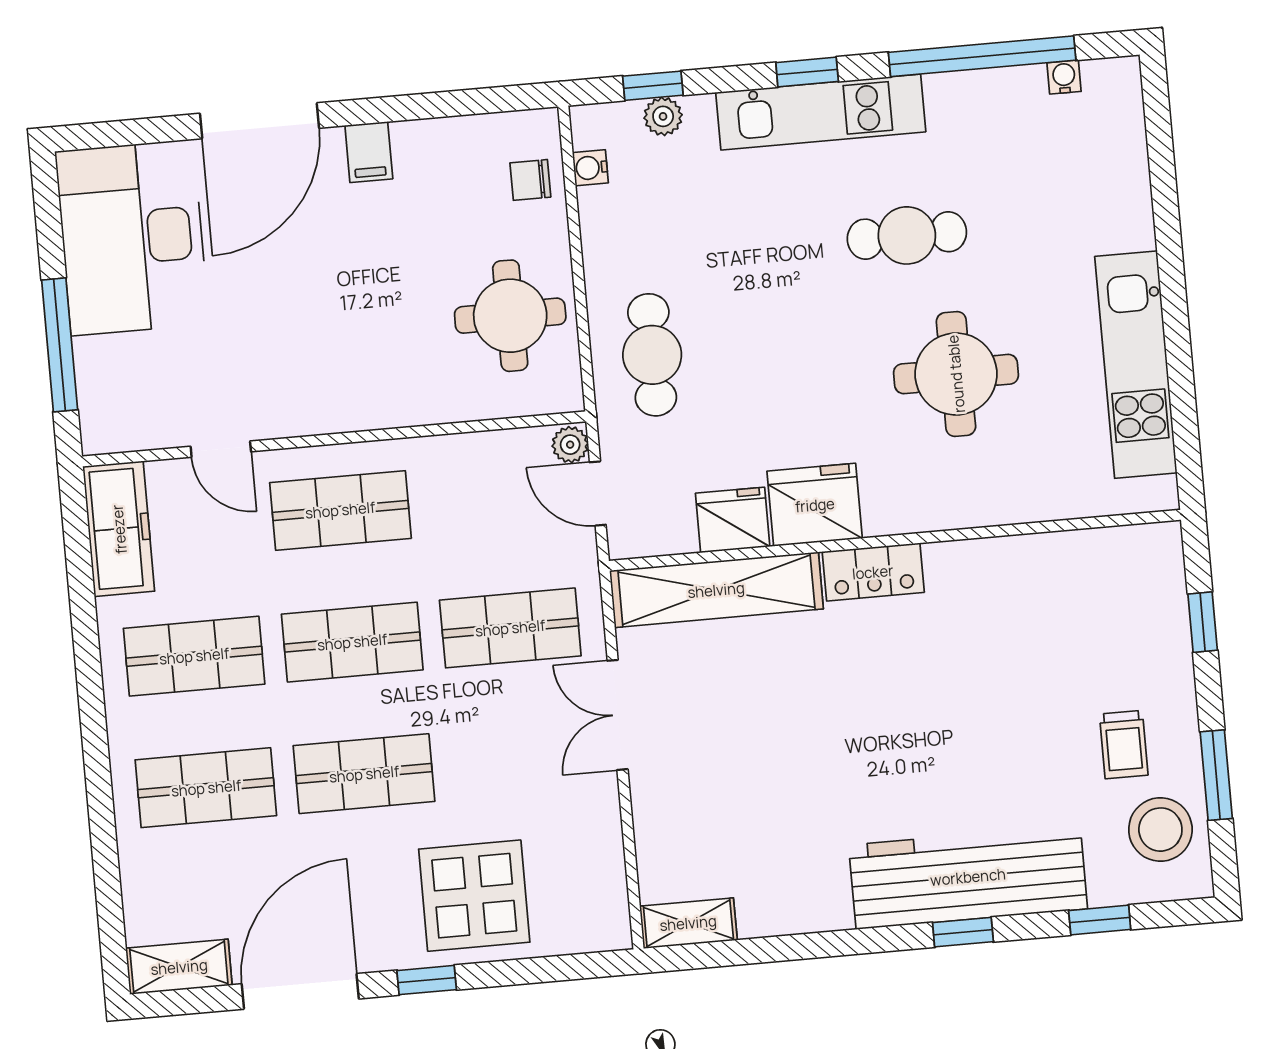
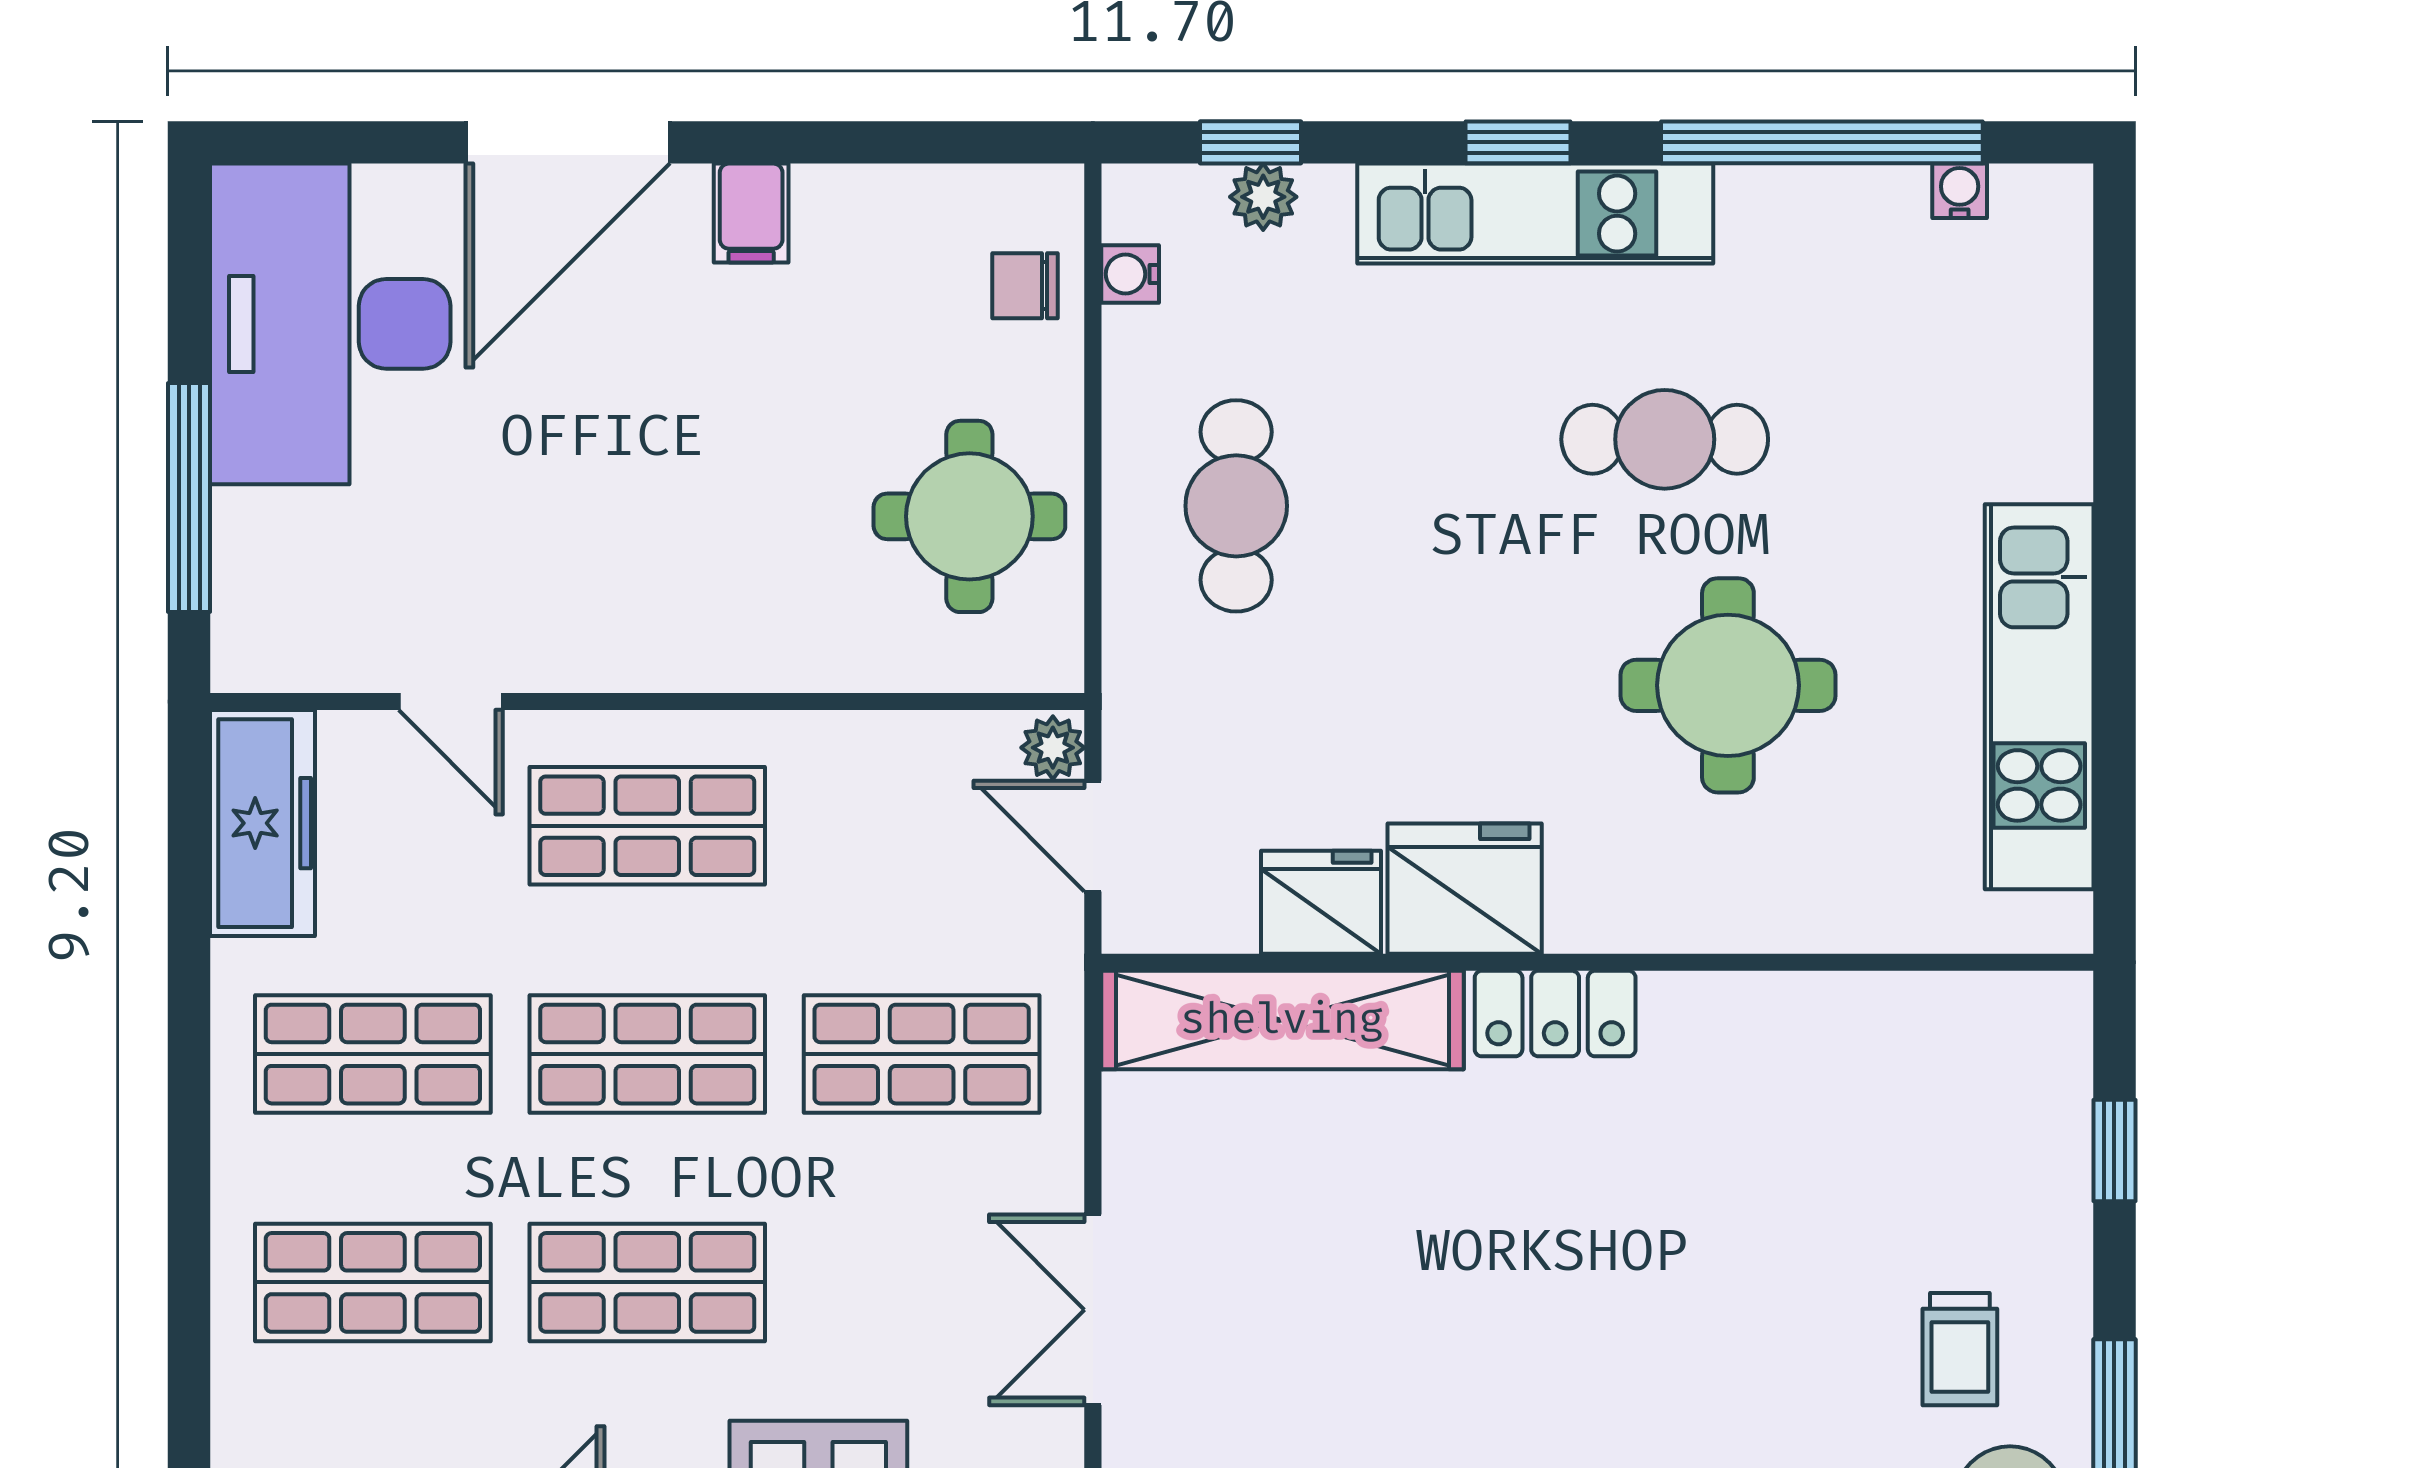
cafe table: (652, 355) -> (1236, 506), moved
double door: (618, 715) -> (1093, 1310), moved

